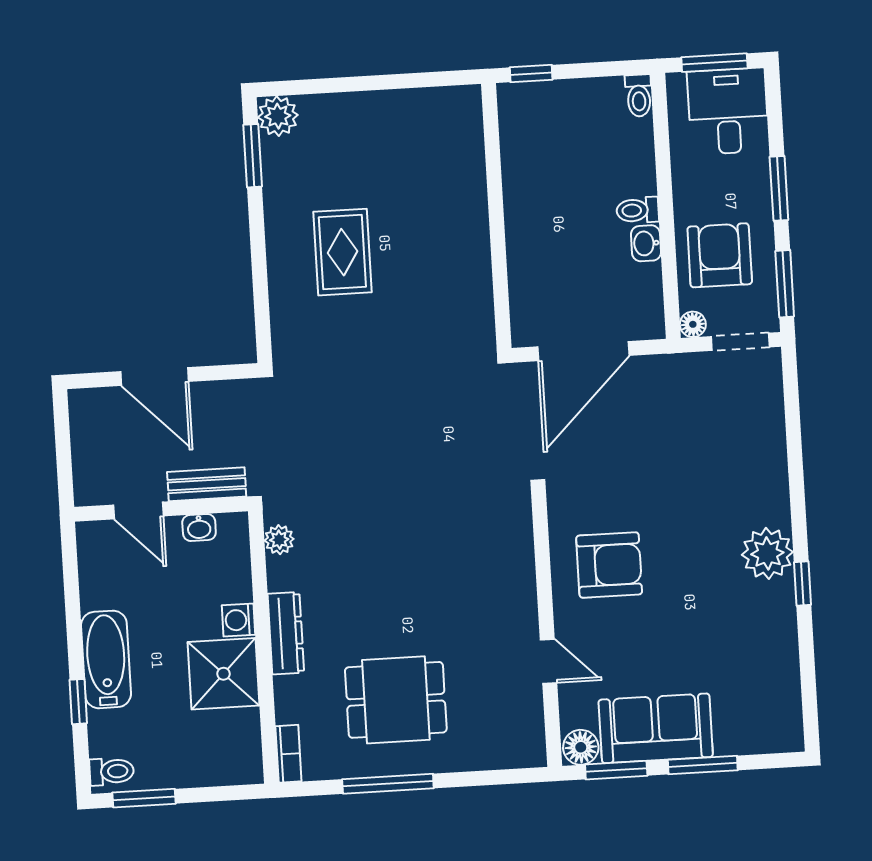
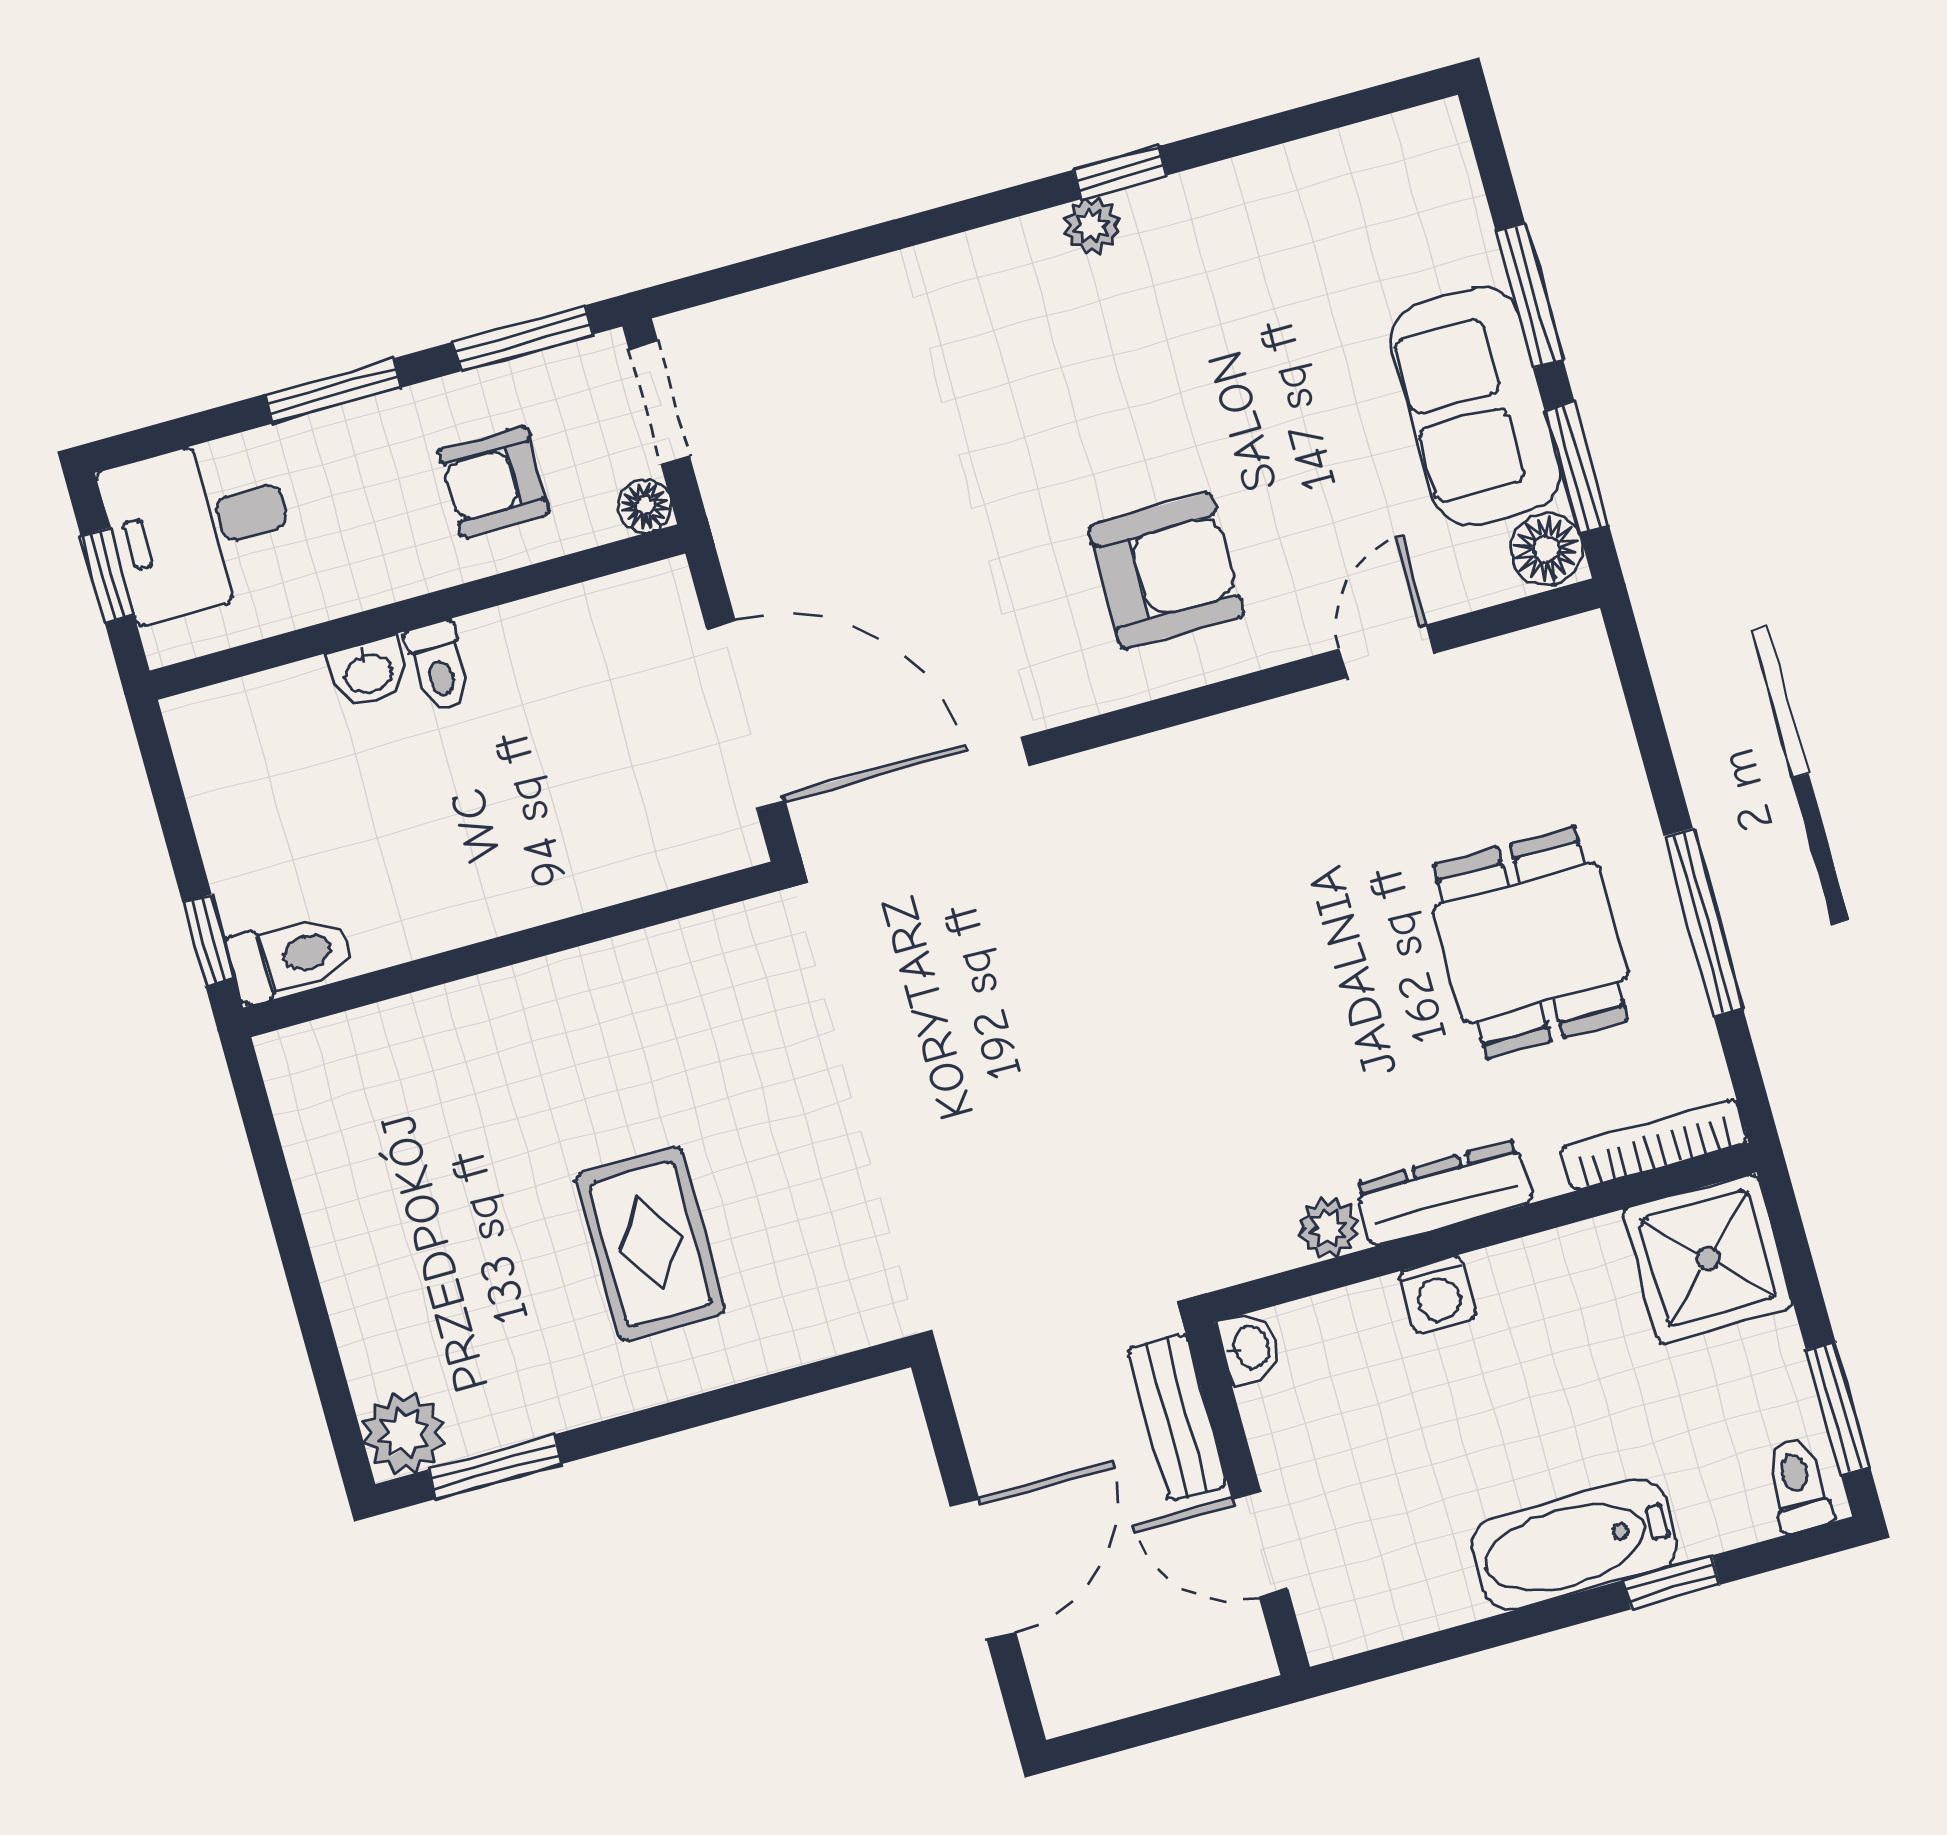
window: (714, 63) -> (107, 575), width x0.67
toilet: (639, 95) -> (291, 957), moved, width x1.37, depth x1.39
washbasin: (646, 243) -> (368, 672), moved
rug: (342, 252) -> (650, 1244), turned 90
armchair: (720, 255) -> (494, 482), width x0.72, depth x0.72
door: (138, 510) -> (1260, 1544), swing flipped
washbasin: (199, 527) -> (1250, 1348), moved
plant: (279, 540) -> (1328, 1228), moved
plant: (767, 553) -> (1092, 226), width x0.53, depth x0.53
armchair: (609, 565) -> (1166, 571), turned 90
shower: (223, 674) -> (1708, 1258), moved
bookcase: (288, 754) -> (1654, 1145), width x1.56

